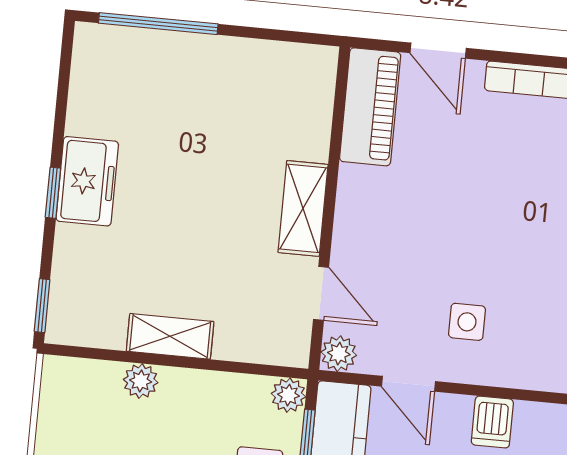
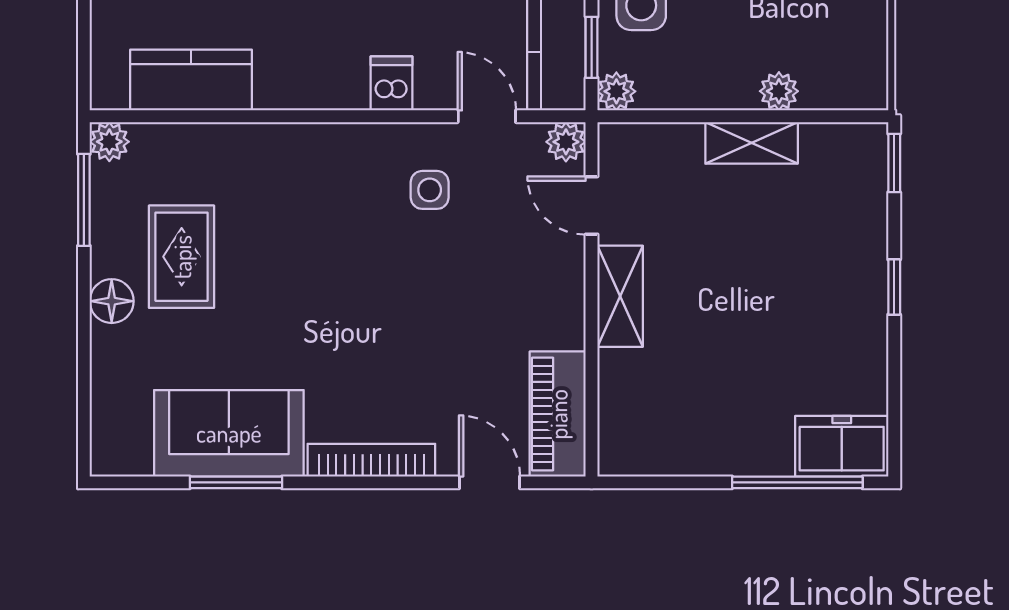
freezer: (87, 181) -> (842, 446), moved, turned 90

